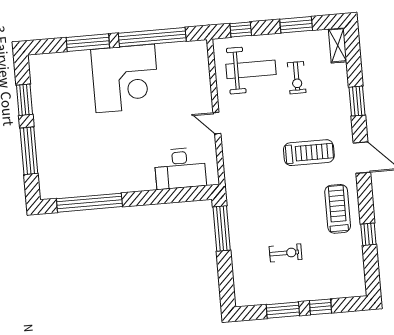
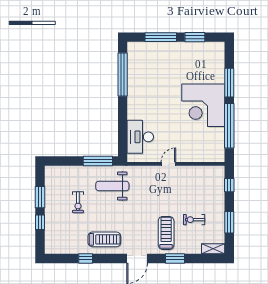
weight bench: (251, 69) -> (112, 186), moved, turned 90
treadmill: (309, 153) -> (166, 233), moved, turned 180

